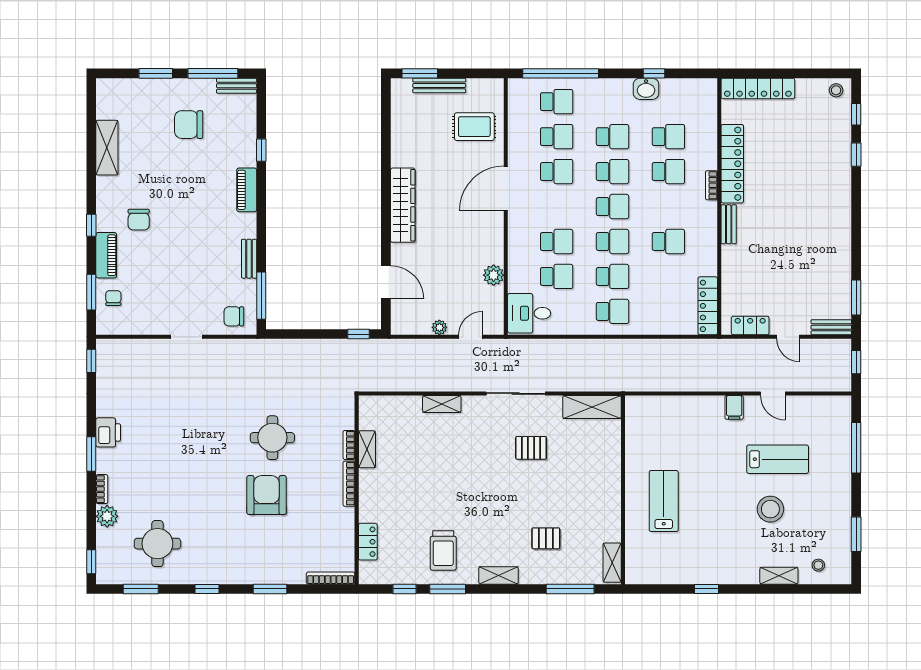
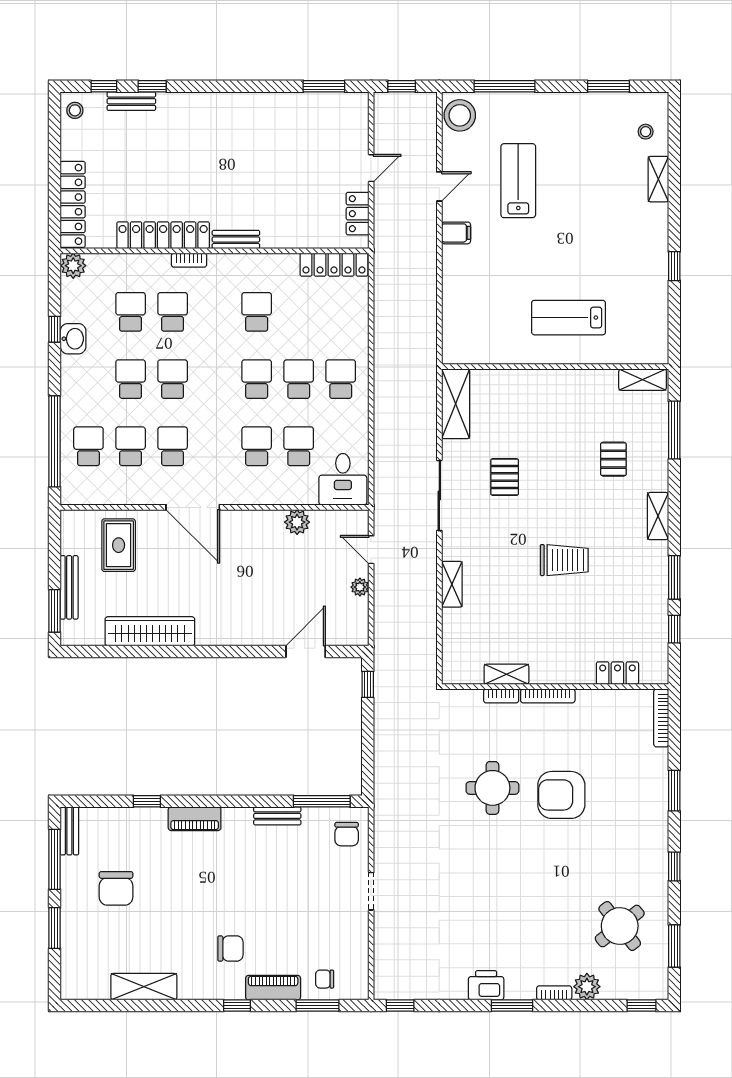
plant: (707, 89) -> (73, 266), added
wardrobe: (403, 205) -> (150, 631), moved
school desk: (613, 207) -> (215, 379), removed
bench: (831, 327) -> (131, 101), moved, turned 90
stool: (770, 509) -> (460, 115), moved
round table: (157, 544) -> (620, 926), turned -38
trolley: (443, 550) -> (564, 560), moved

